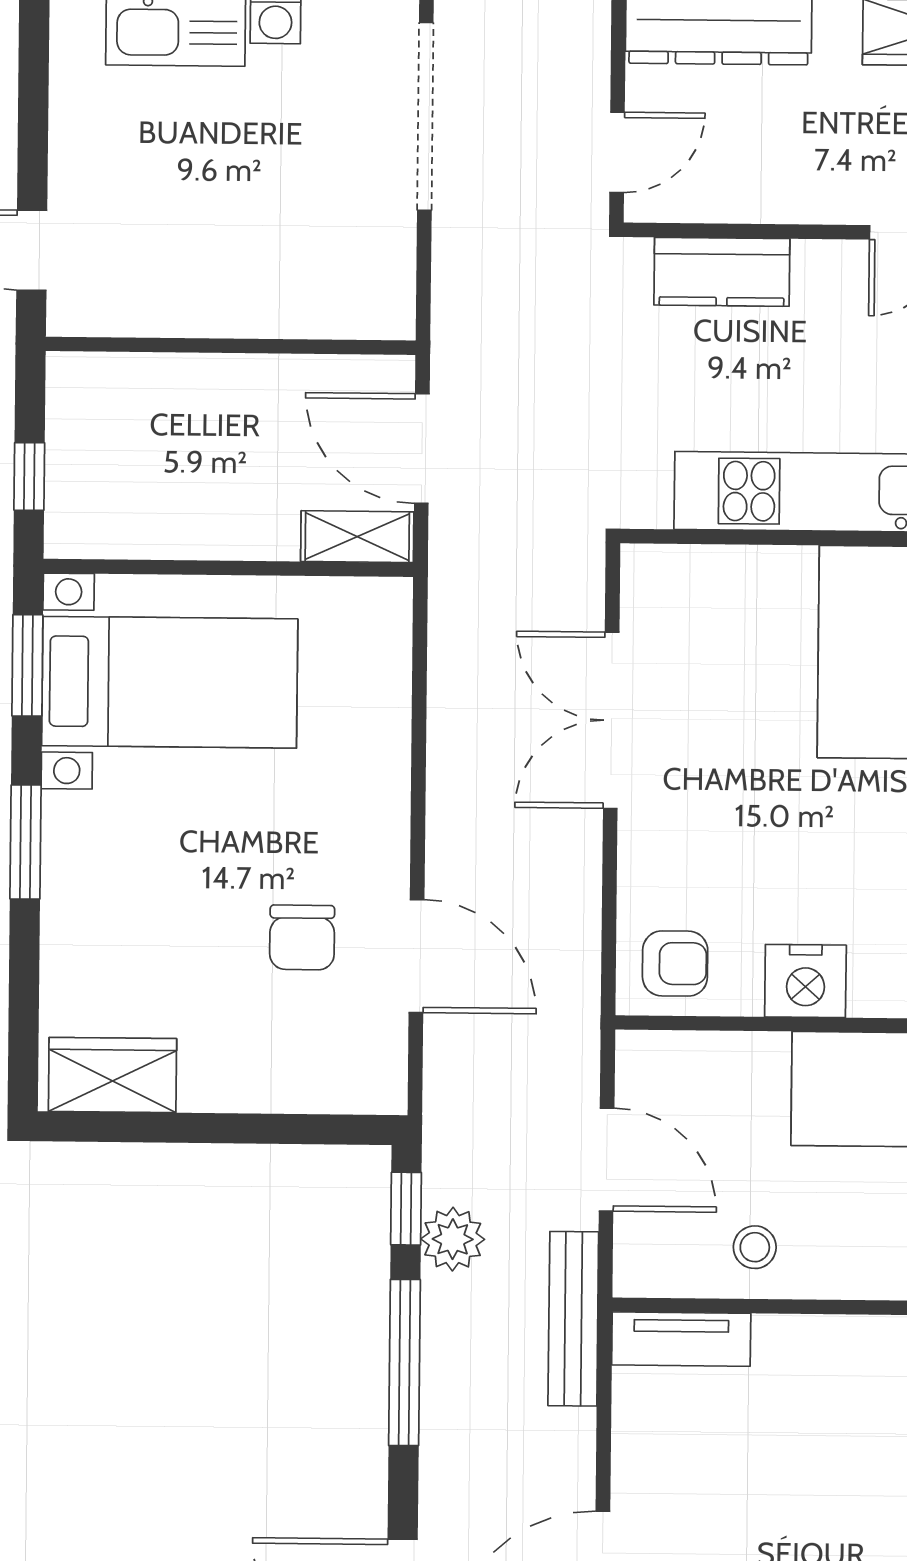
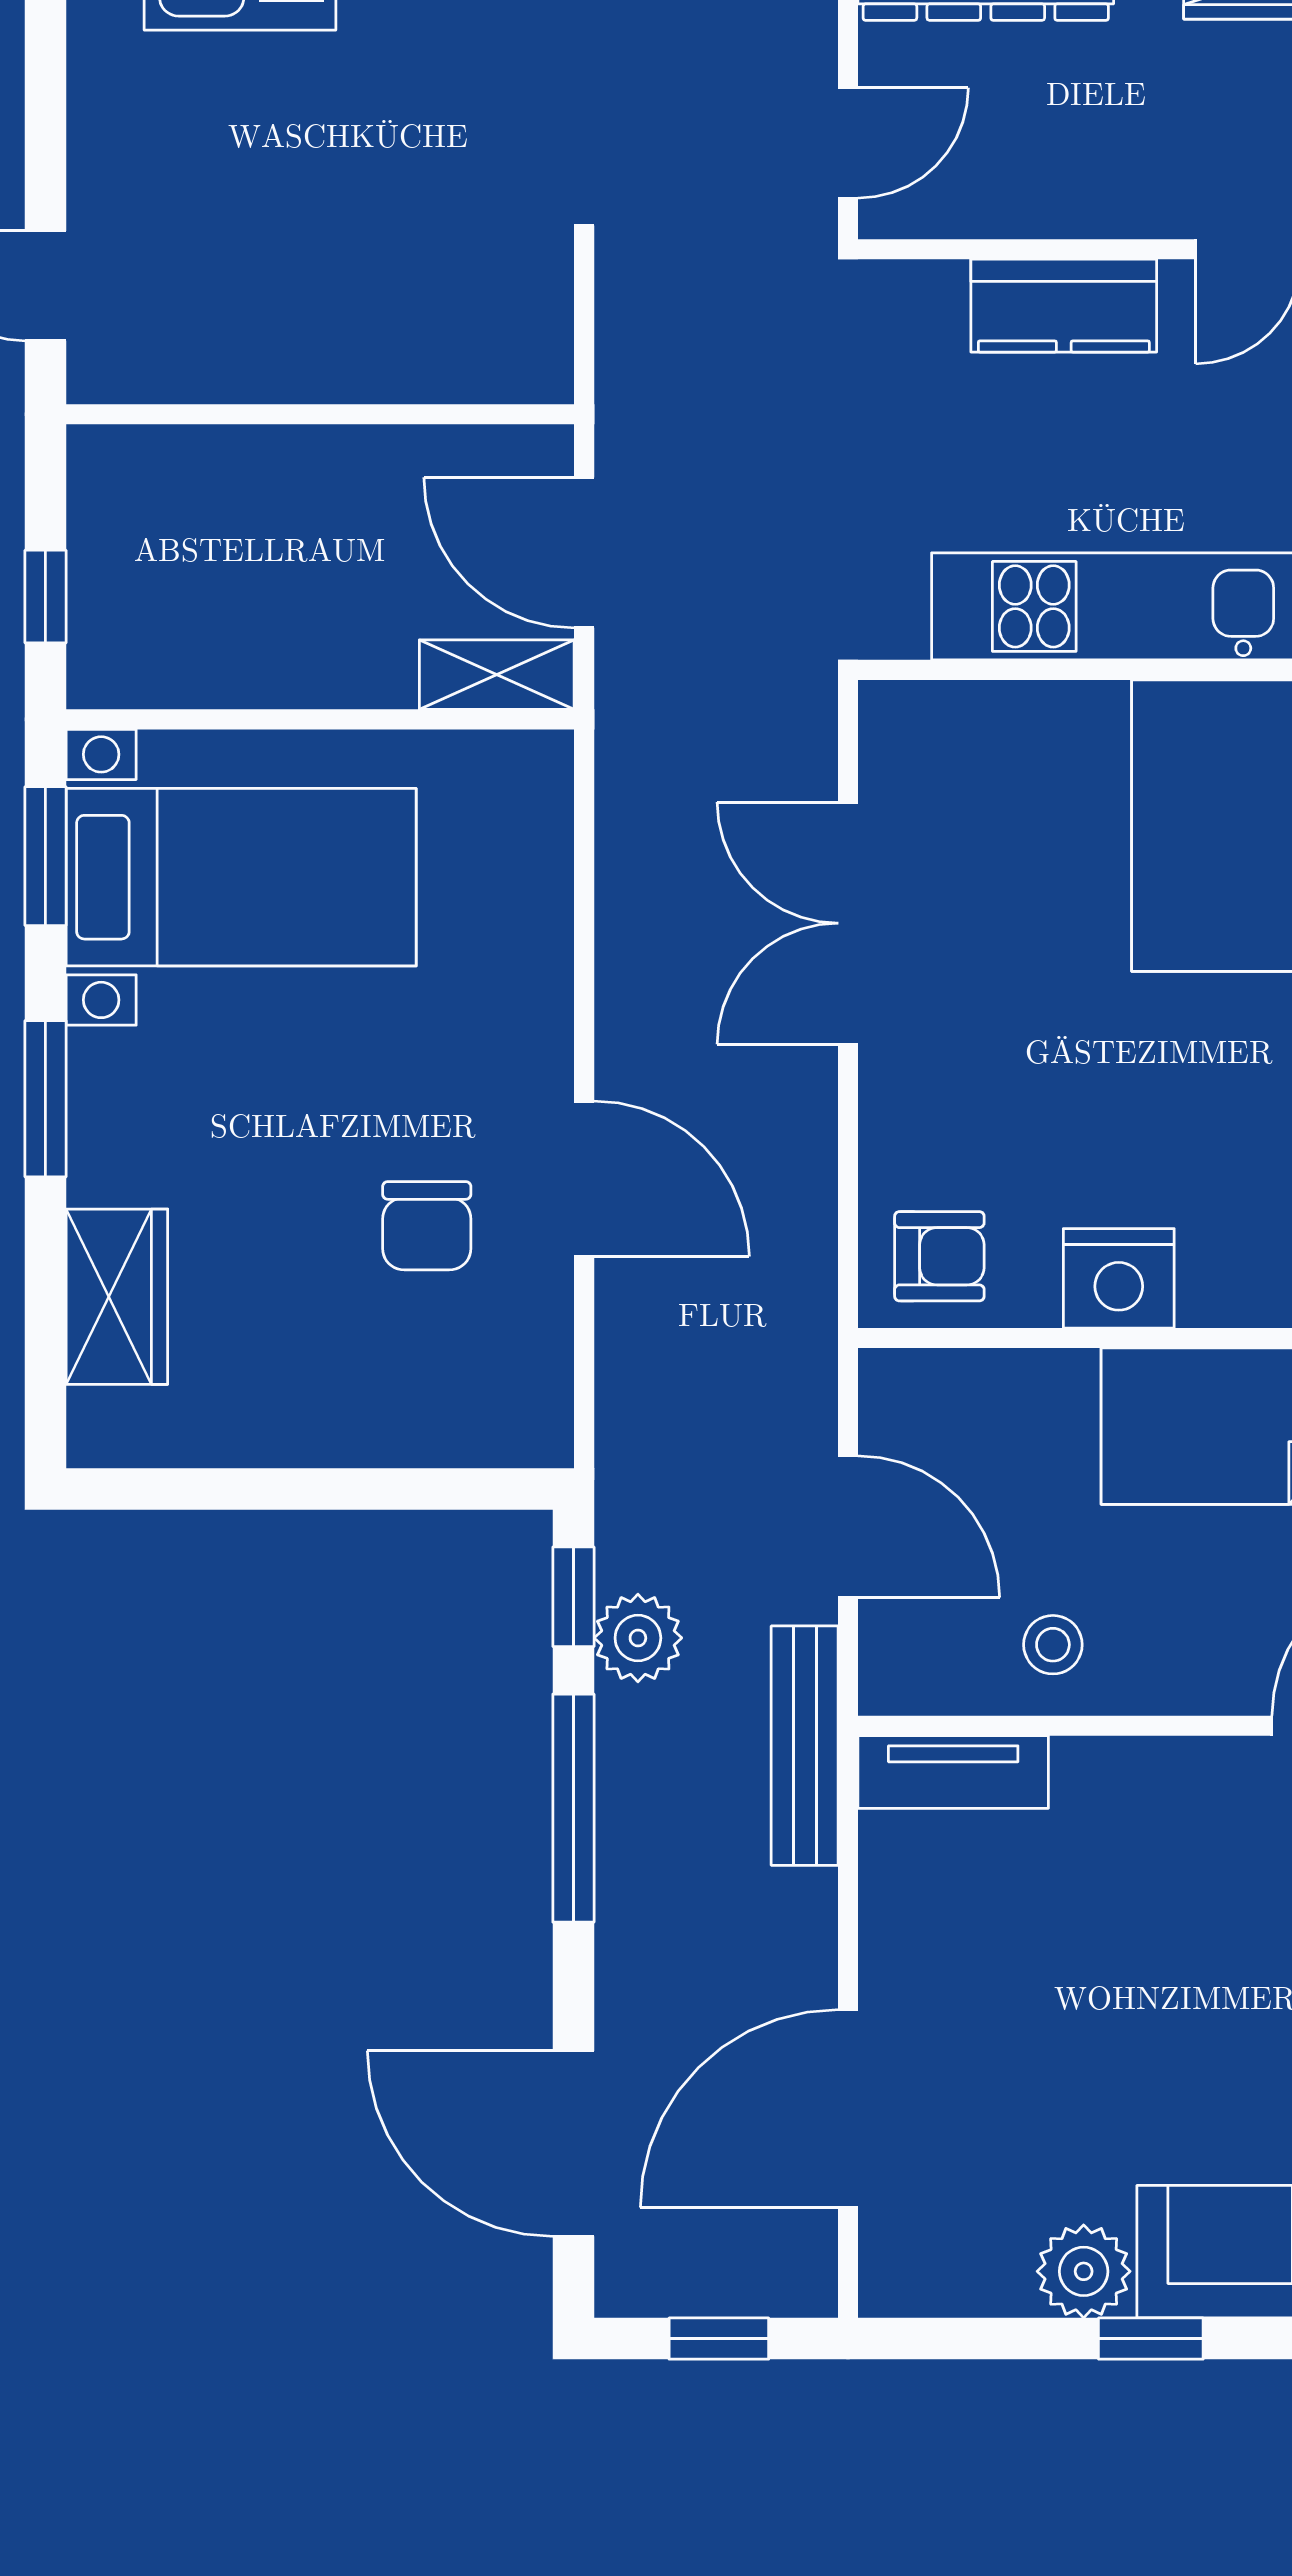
kitchen counter: (722, 272) -> (1064, 306), moved
door: (416, 956) -> (584, 1179), moved
wardrobe: (112, 1075) -> (117, 1297), moved, turned 90

